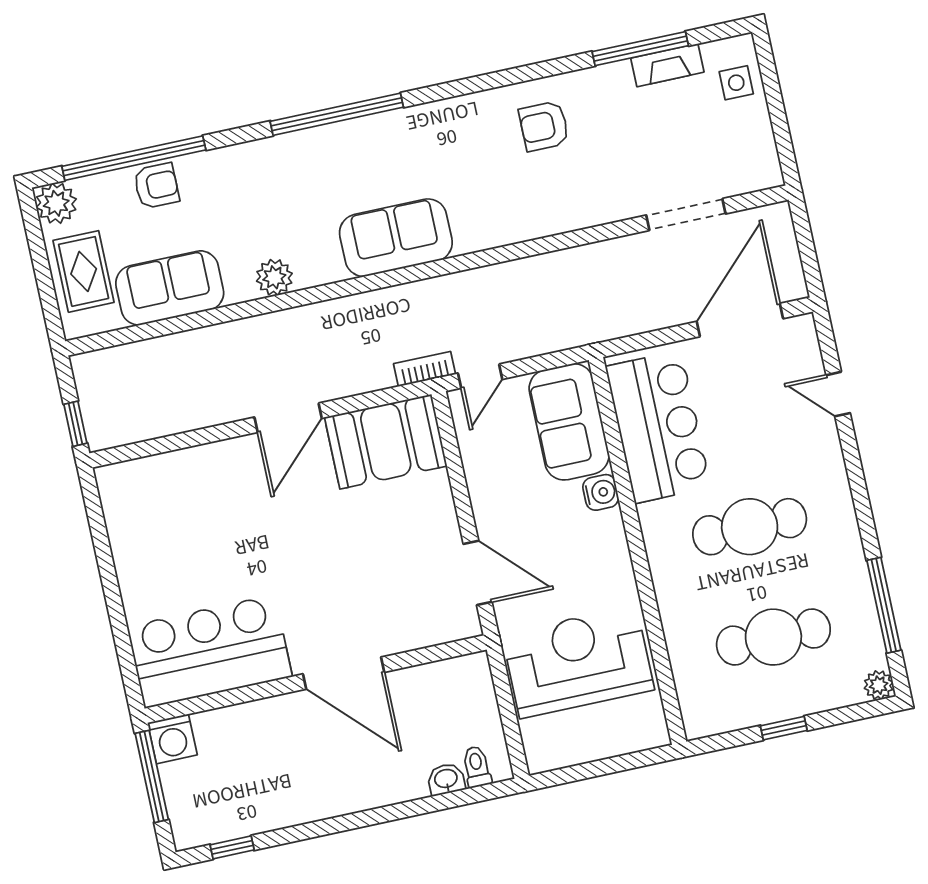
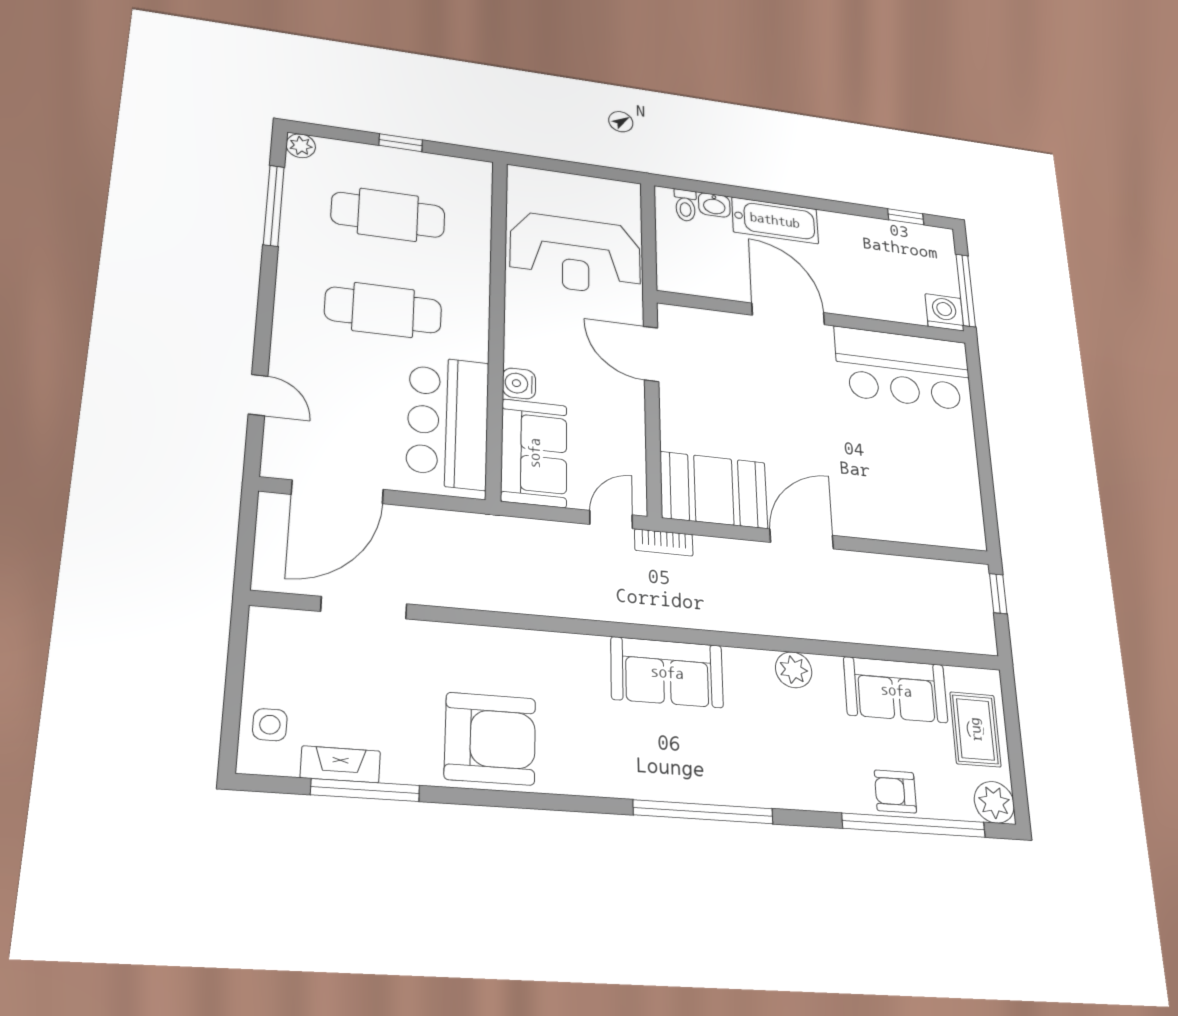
armchair: (544, 126) -> (490, 739), width x1.88, depth x1.88
bathtub: (377, 785) -> (775, 220), added

